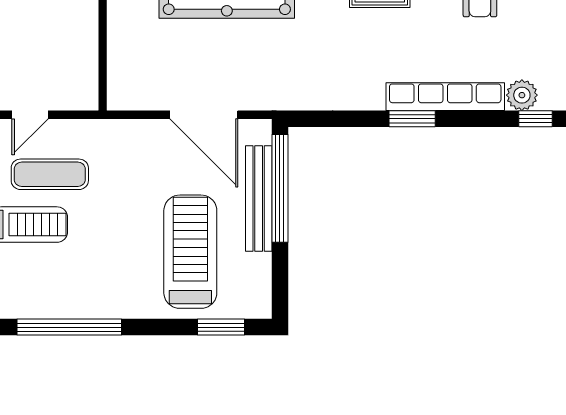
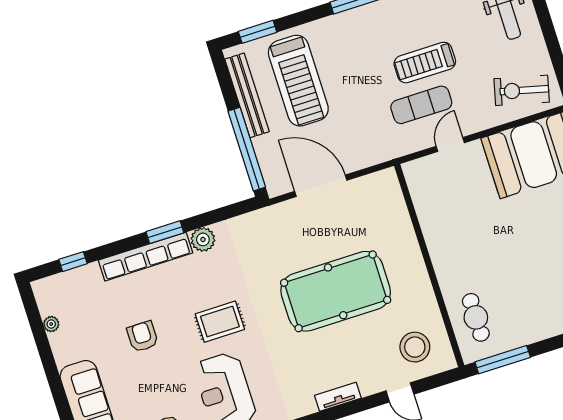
plant: (522, 95) -> (203, 239), moved
bench: (259, 199) -> (247, 95), moved

